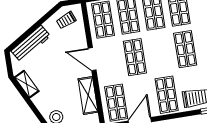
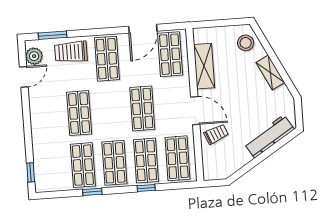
trolley: (66, 20) -> (216, 134), moved
shelving: (27, 84) -> (270, 73), moved

